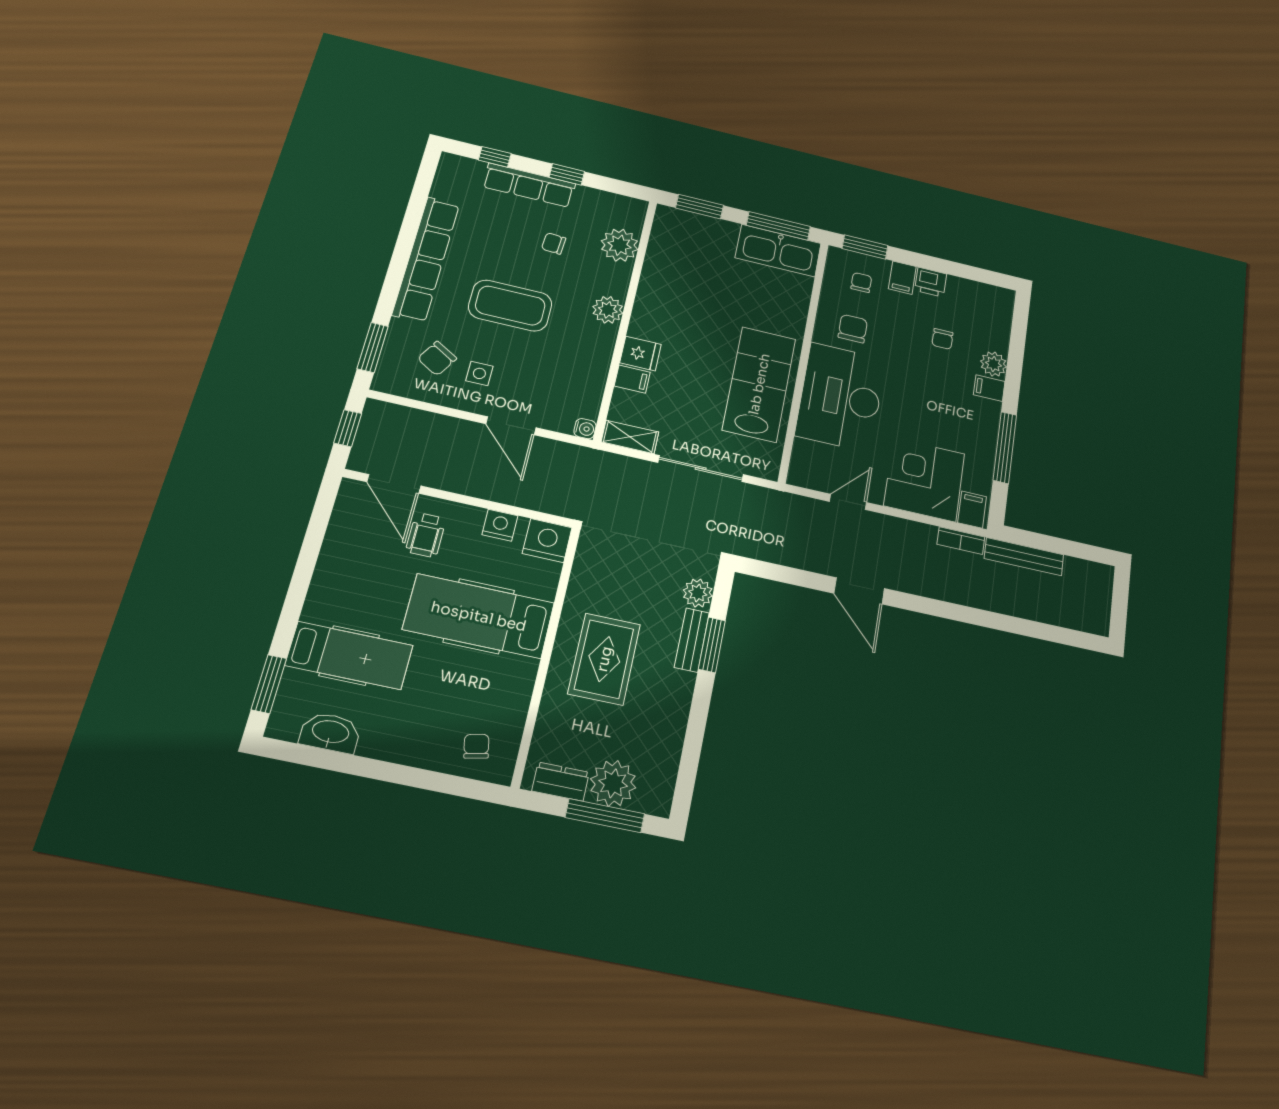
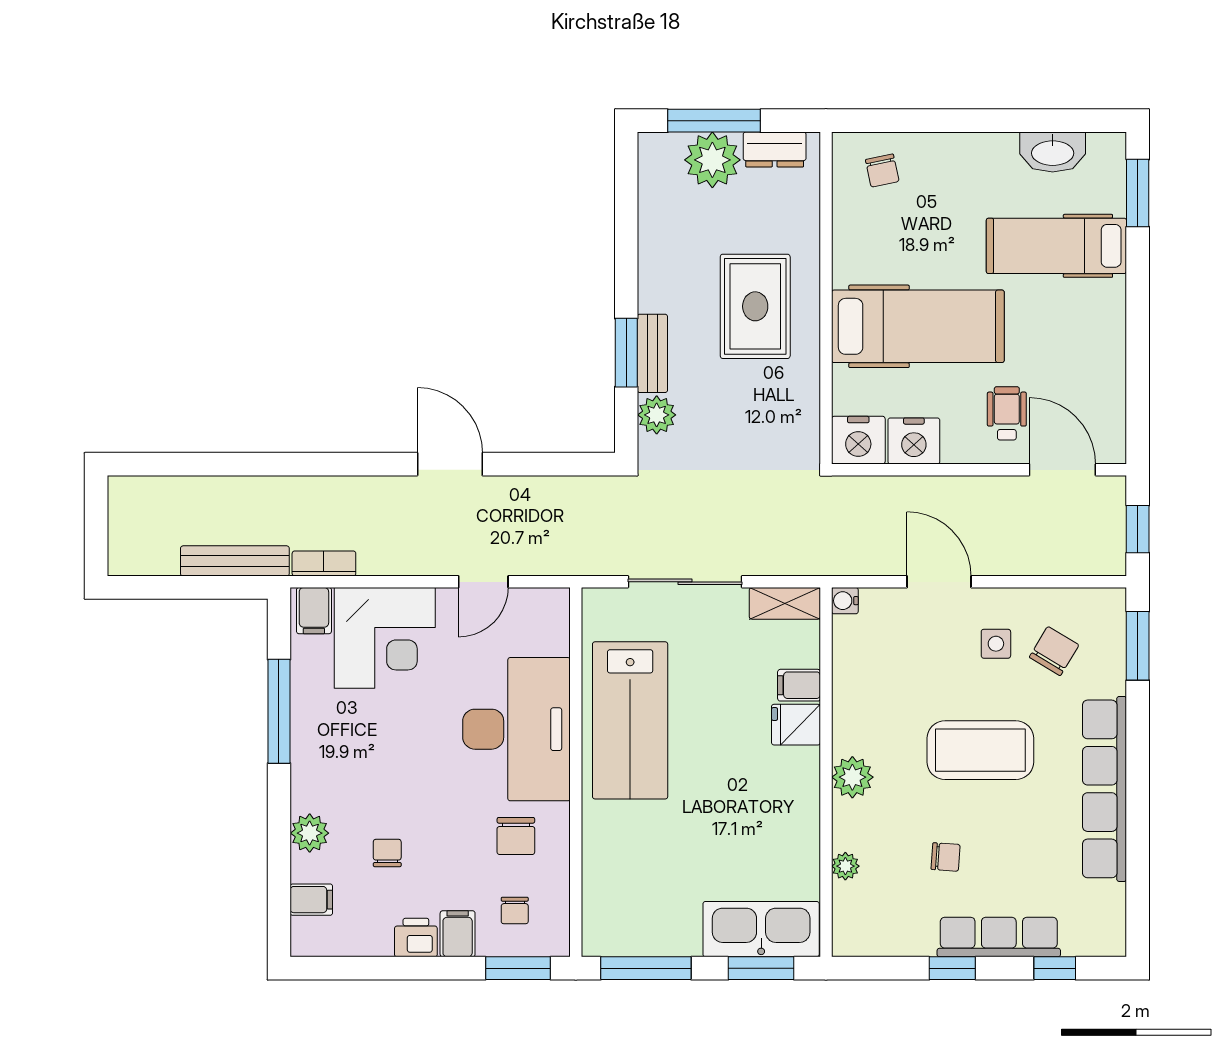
plant: (620, 245) -> (845, 866), width x0.53, depth x0.53
kitchen sink: (778, 251) -> (761, 929), moved
filing cabinet: (989, 388) -> (311, 900), moved
nightstand: (500, 525) -> (914, 441), width x1.36, depth x1.33

